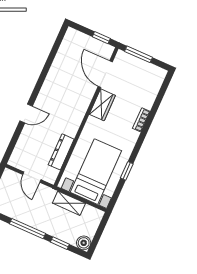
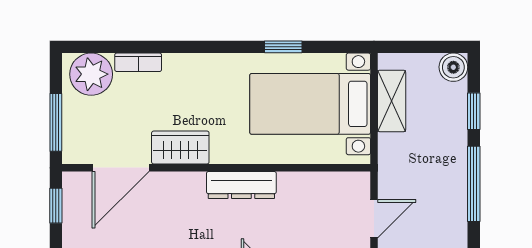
plant: (153, 80) -> (91, 74), added
bookcase: (141, 120) -> (138, 62), moved
dresser: (61, 152) -> (241, 185), moved
shelving: (69, 203) -> (392, 101), moved

